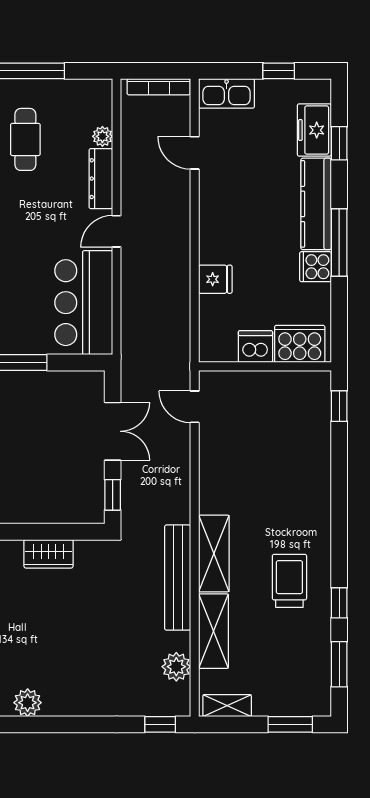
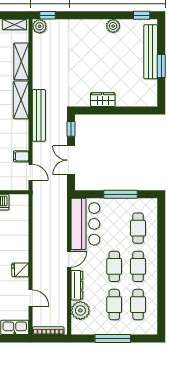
plant: (102, 136) -> (80, 310), width x1.88, depth x1.88
cafe table: (25, 217) -> (114, 266), added
fridge: (215, 279) -> (20, 270), moved
filing cabinet: (214, 439) -> (21, 156), added
bench: (178, 578) -> (39, 115), moved
plant: (176, 667) -> (40, 26), moved

